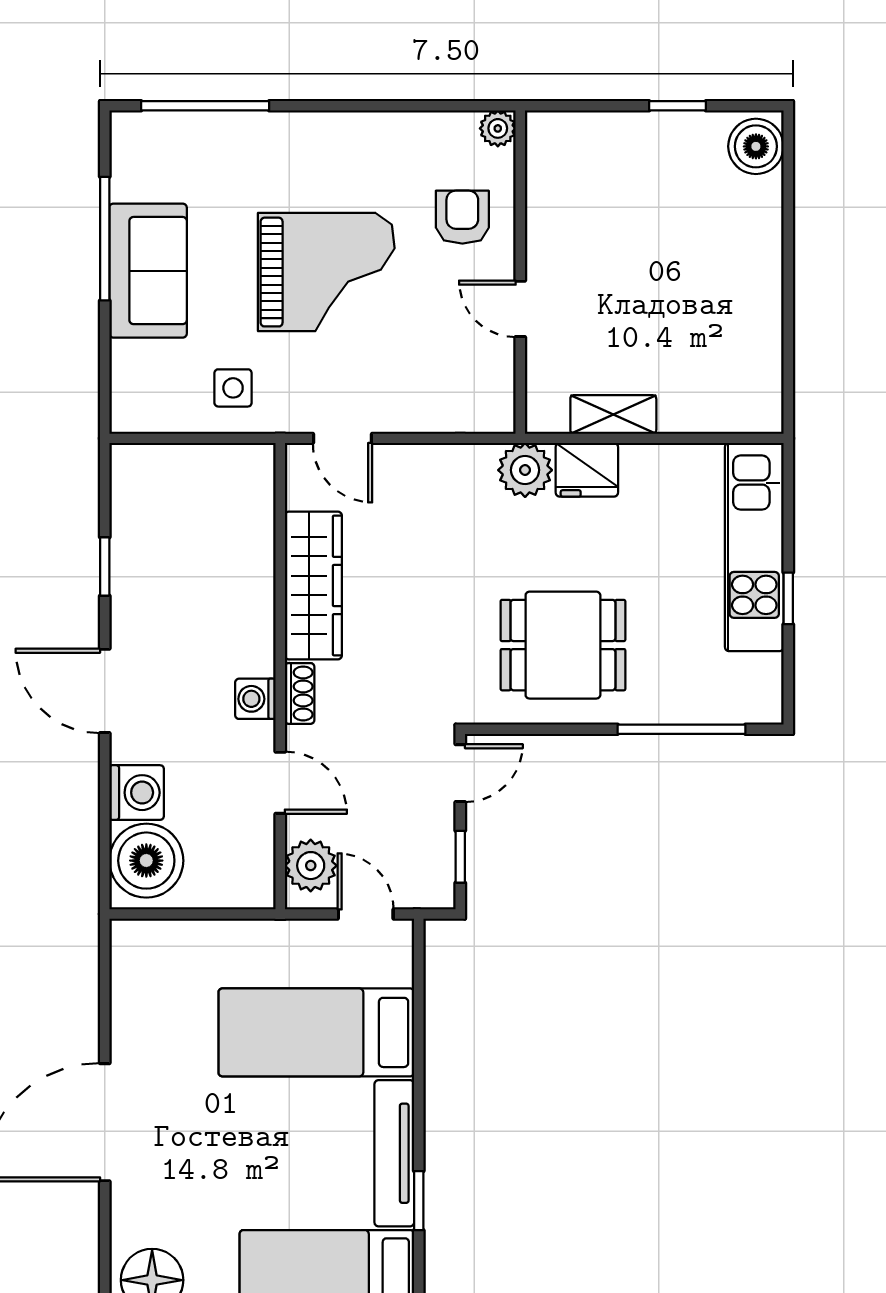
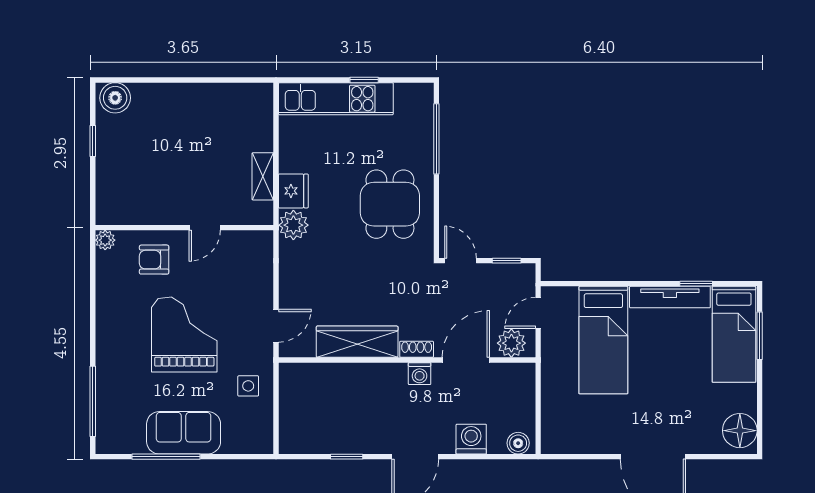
door: (280, 783) -> (466, 360), width x1.38
boiler: (146, 861) -> (518, 443), width x0.54, depth x0.54

